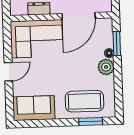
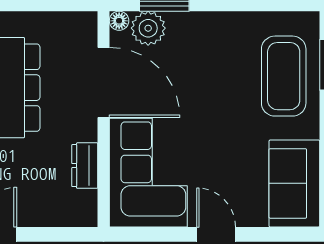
floor lamp: (109, 53) -> (119, 21), moved
plant: (106, 67) -> (148, 28), moved

